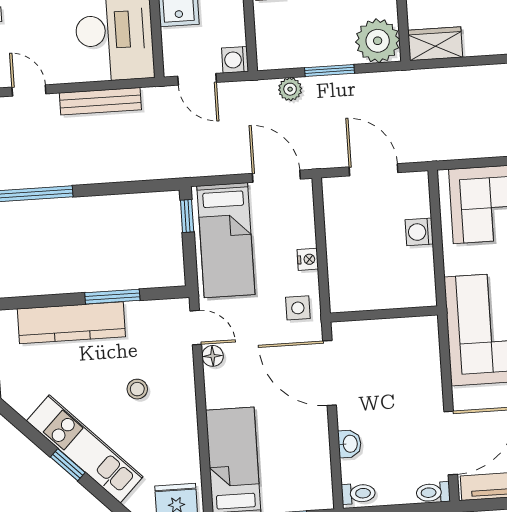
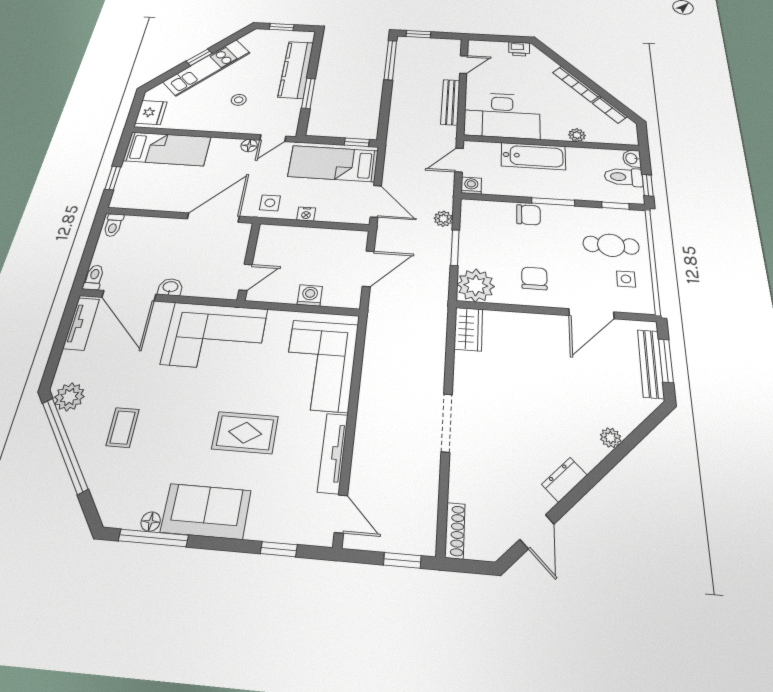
door: (276, 176) -> (376, 201), hinge flipped
door: (406, 313) -> (246, 277), added
washbasin: (350, 444) -> (170, 287), moved, turned 180

